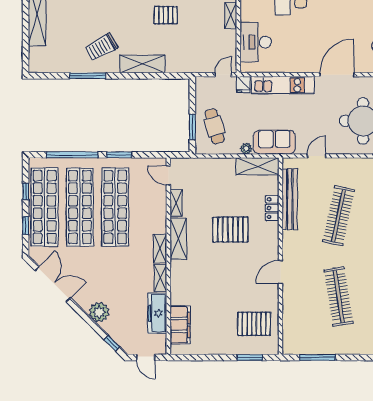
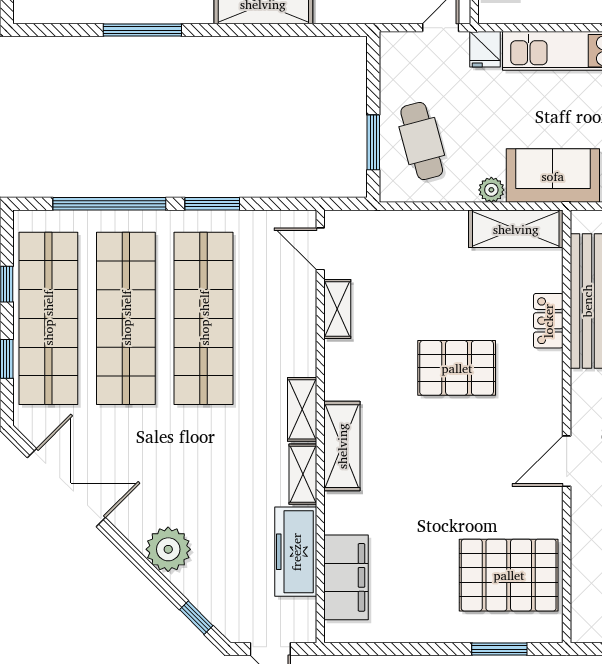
shelving: (178, 239) -> (342, 446), moved
pallet: (254, 324) -> (509, 575), width x1.37, depth x1.41

